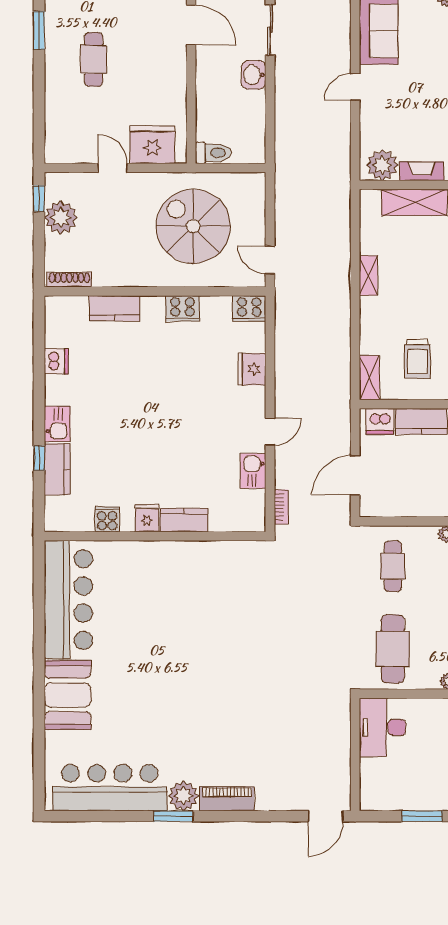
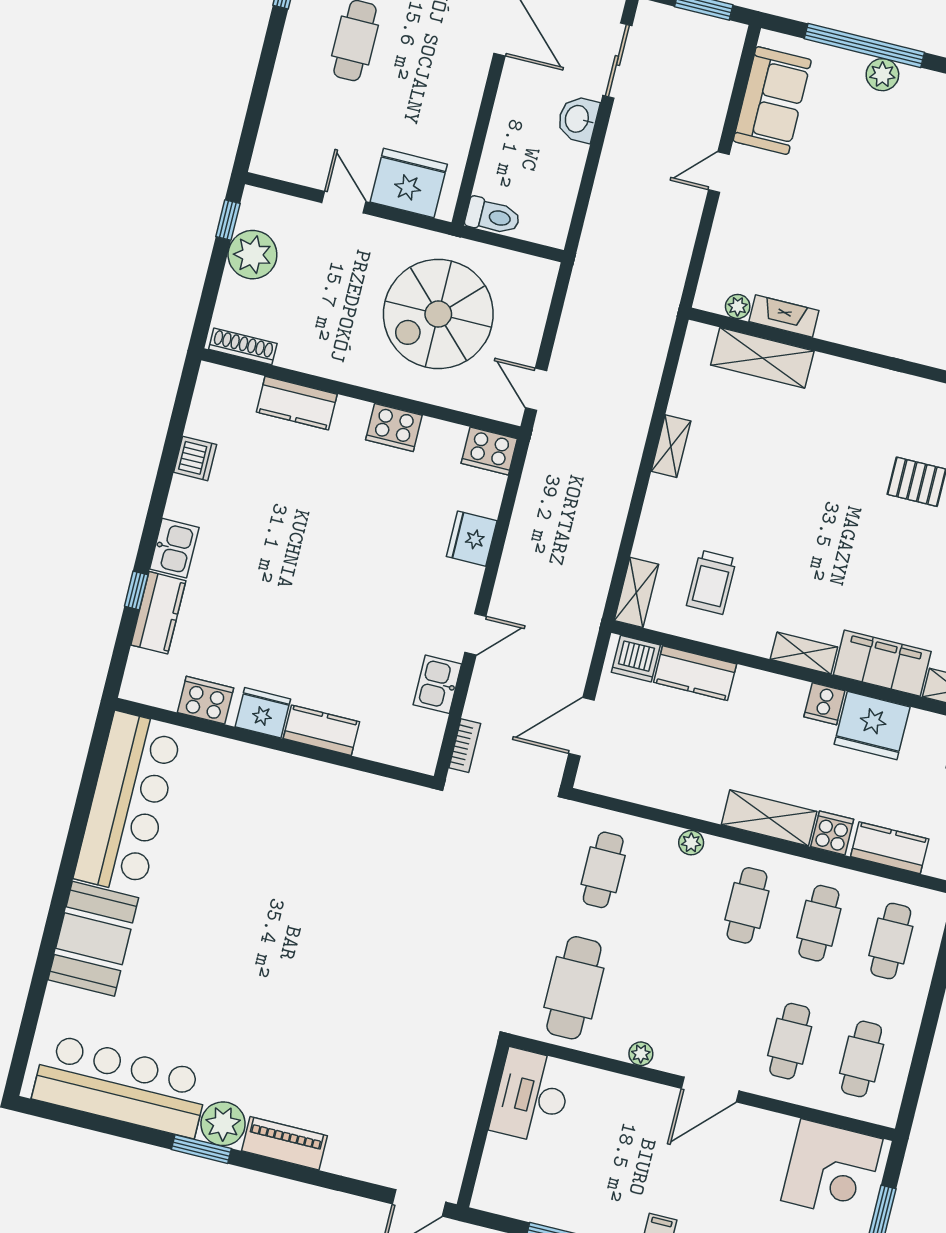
plant: (382, 165) -> (738, 306), width x0.53, depth x0.53
spiral stairs: (193, 226) -> (438, 314), turned -90
fridge: (147, 518) -> (263, 713), width x1.38
cooker: (107, 519) -> (206, 700), width x1.36

